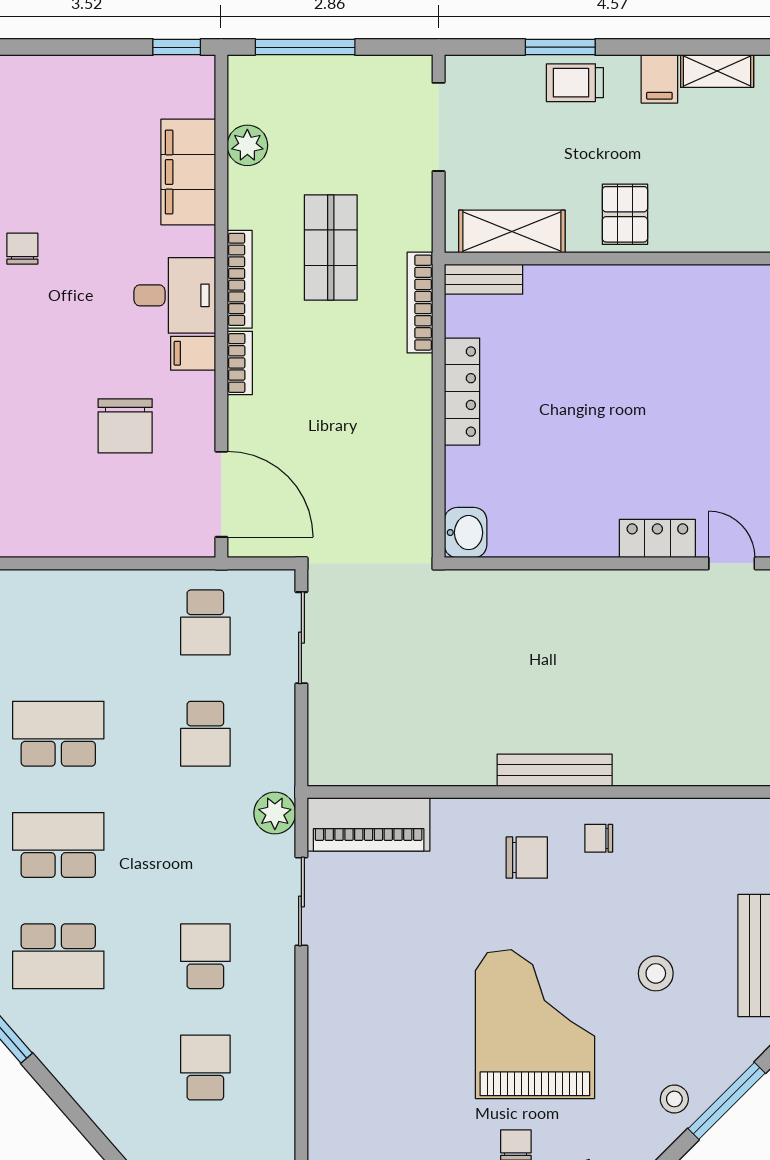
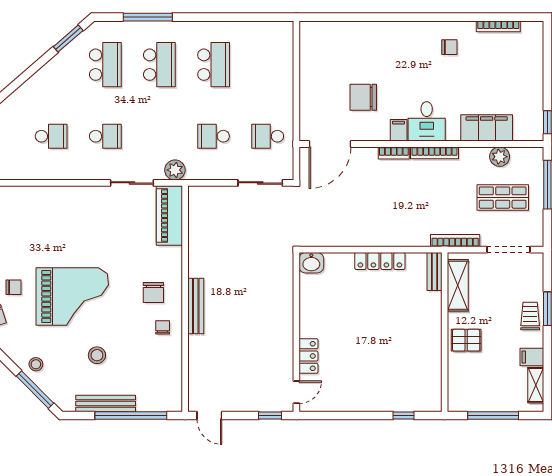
shop shelf: (331, 248) -> (503, 198), moved
bookcase: (420, 303) -> (455, 241), moved
school desk: (58, 956) -> (105, 65), turned 180

